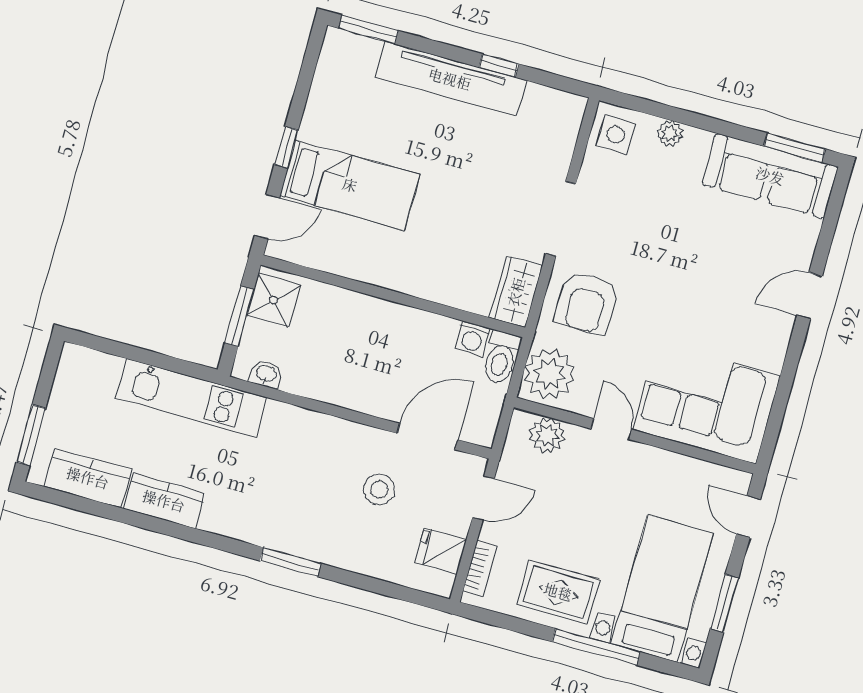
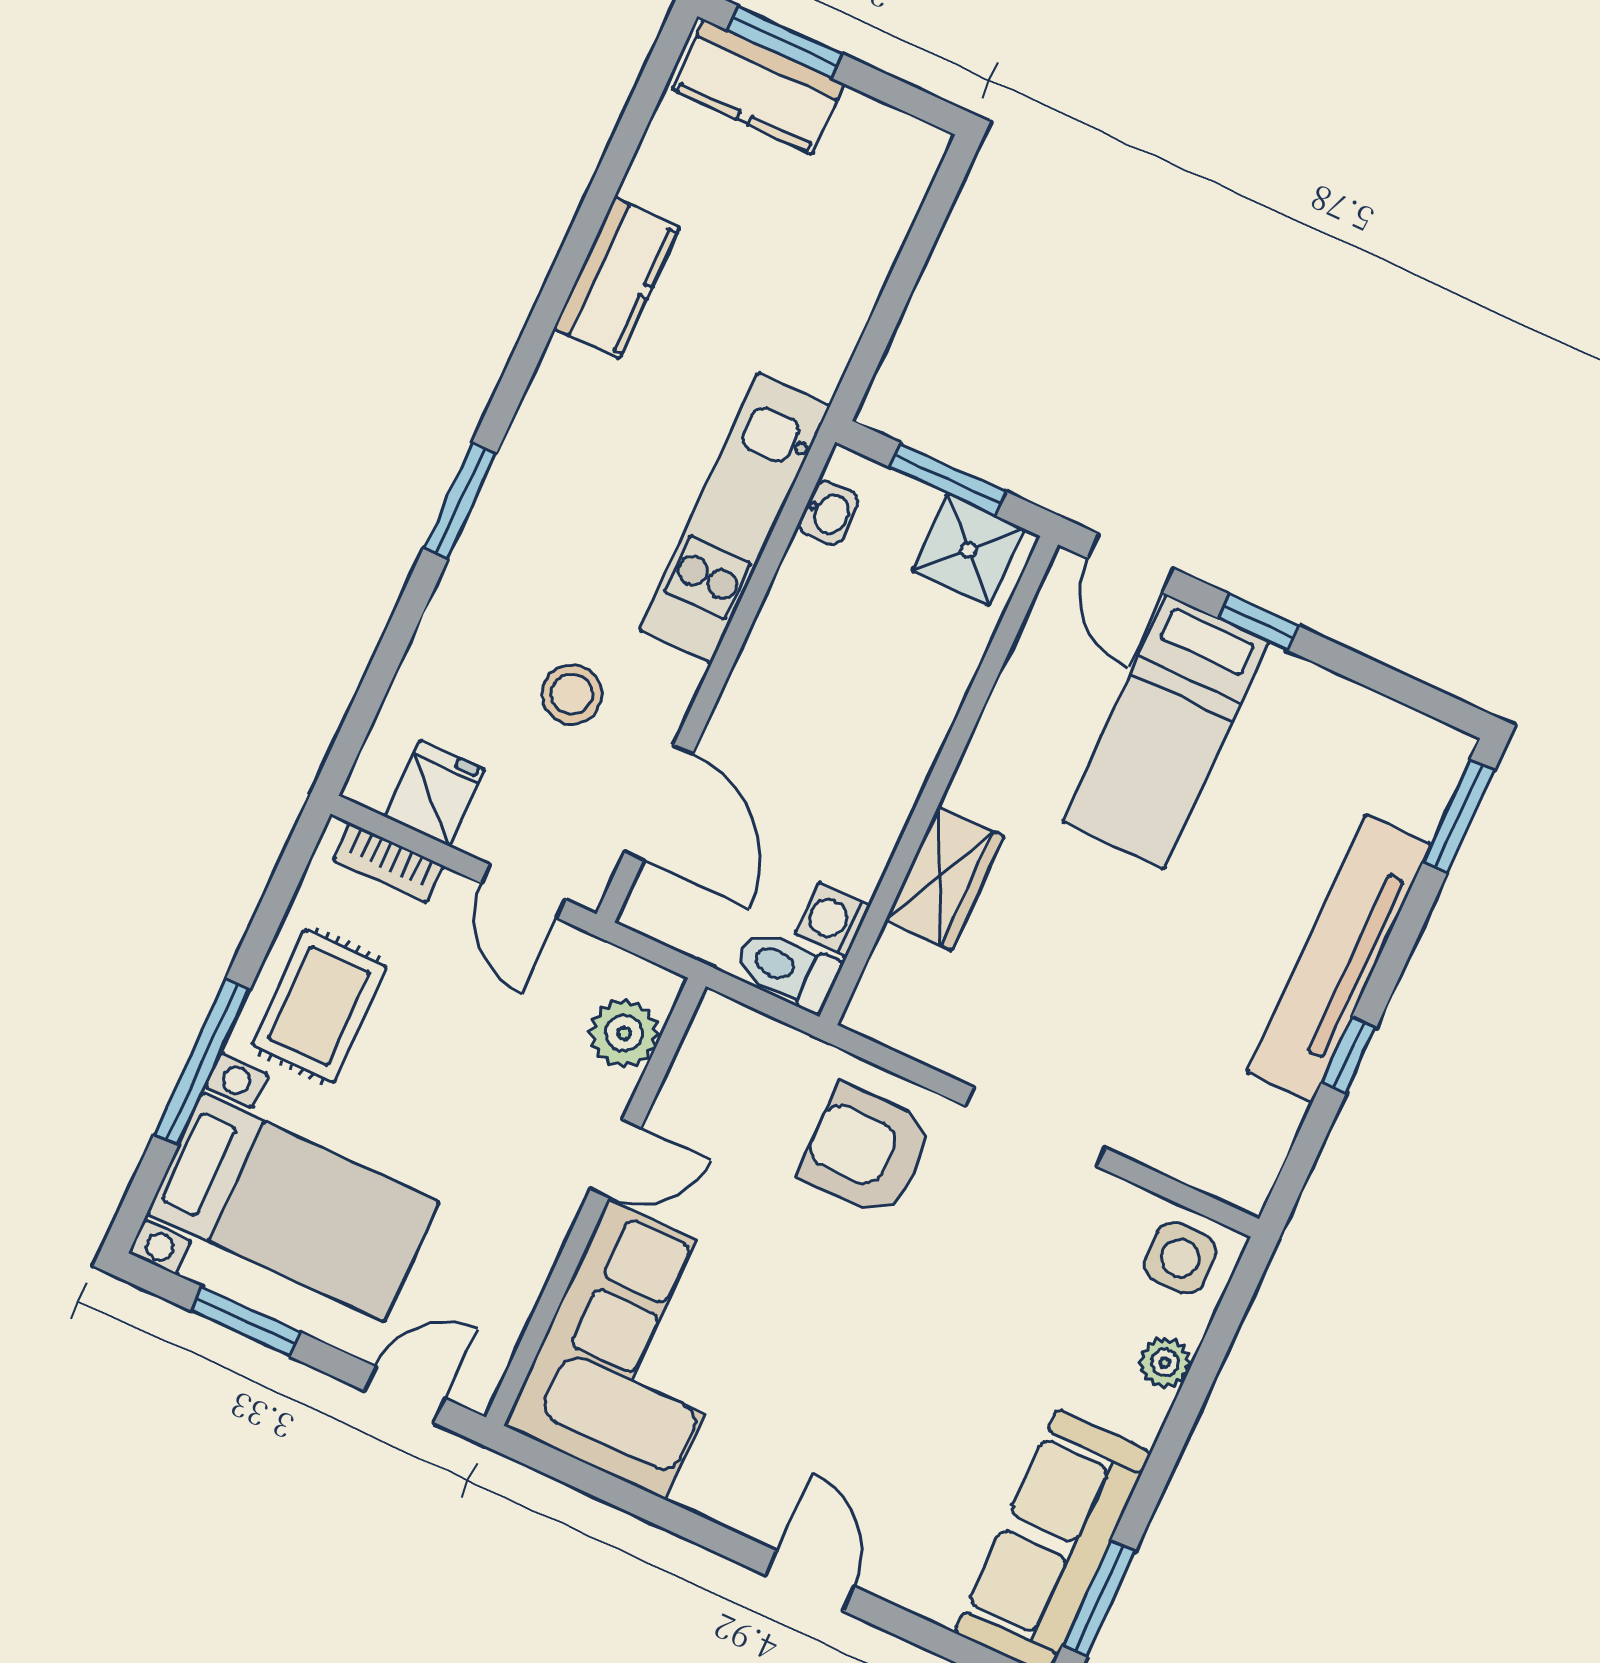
wardrobe: (516, 292) -> (945, 878), moved, turned 90
plant: (550, 374) -> (741, 1057), removed
kitchen unit: (191, 398) -> (735, 518), moved
kitchen counter: (88, 478) -> (758, 87), moved, turned 90

